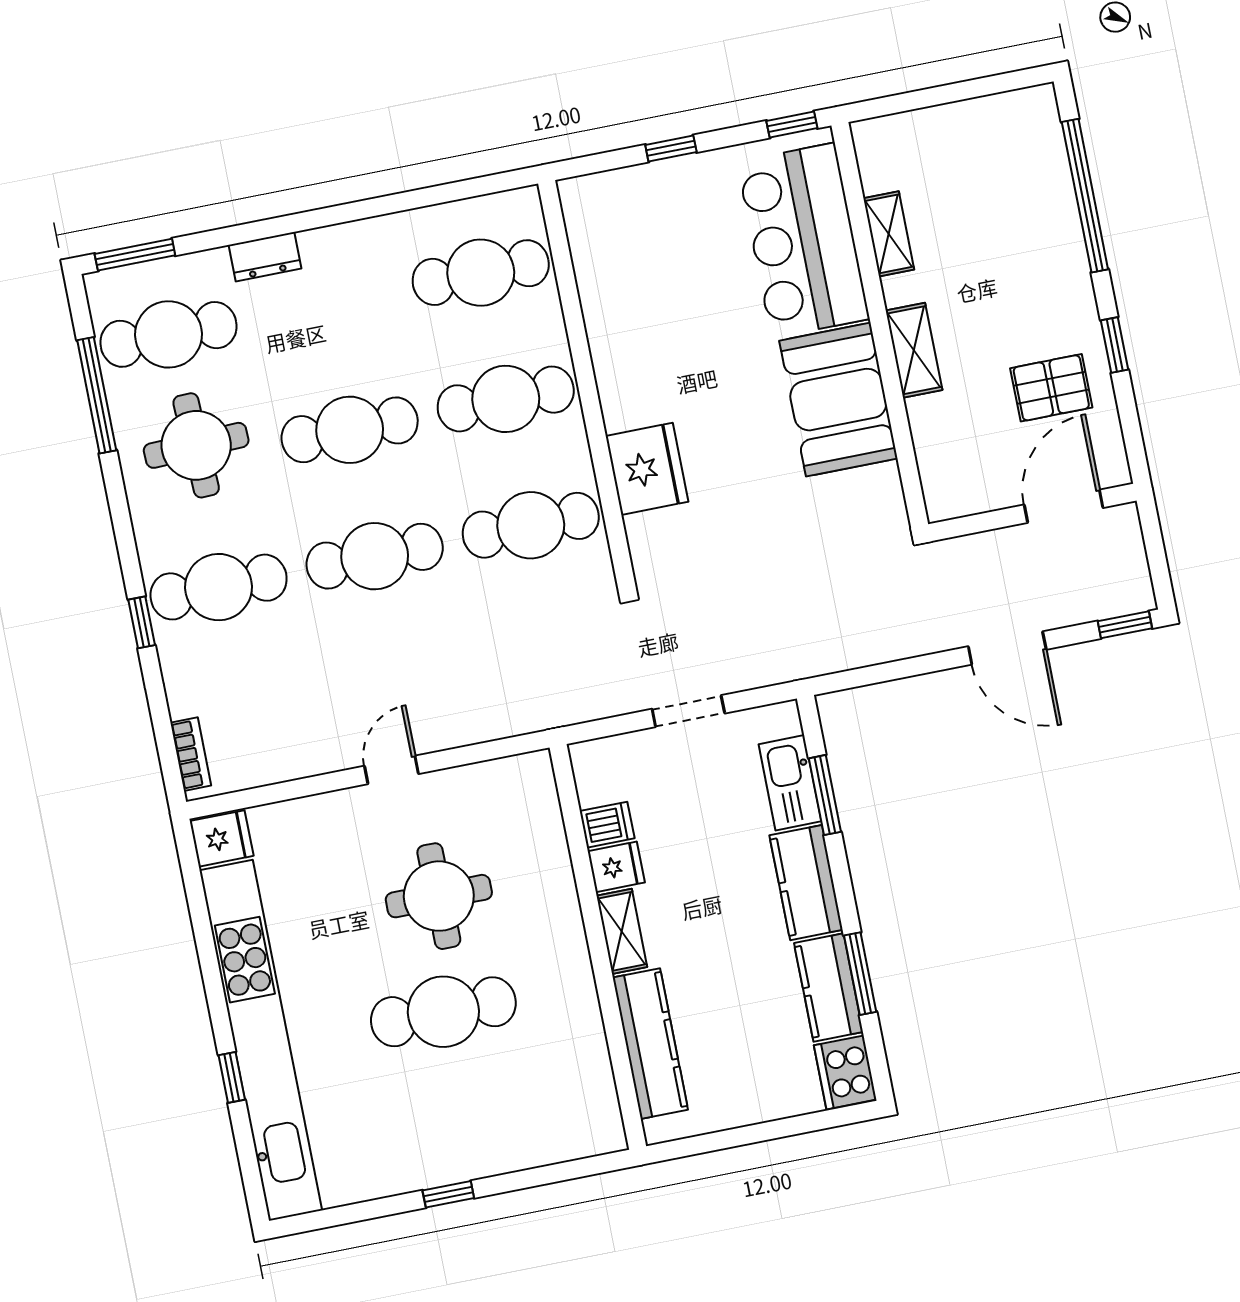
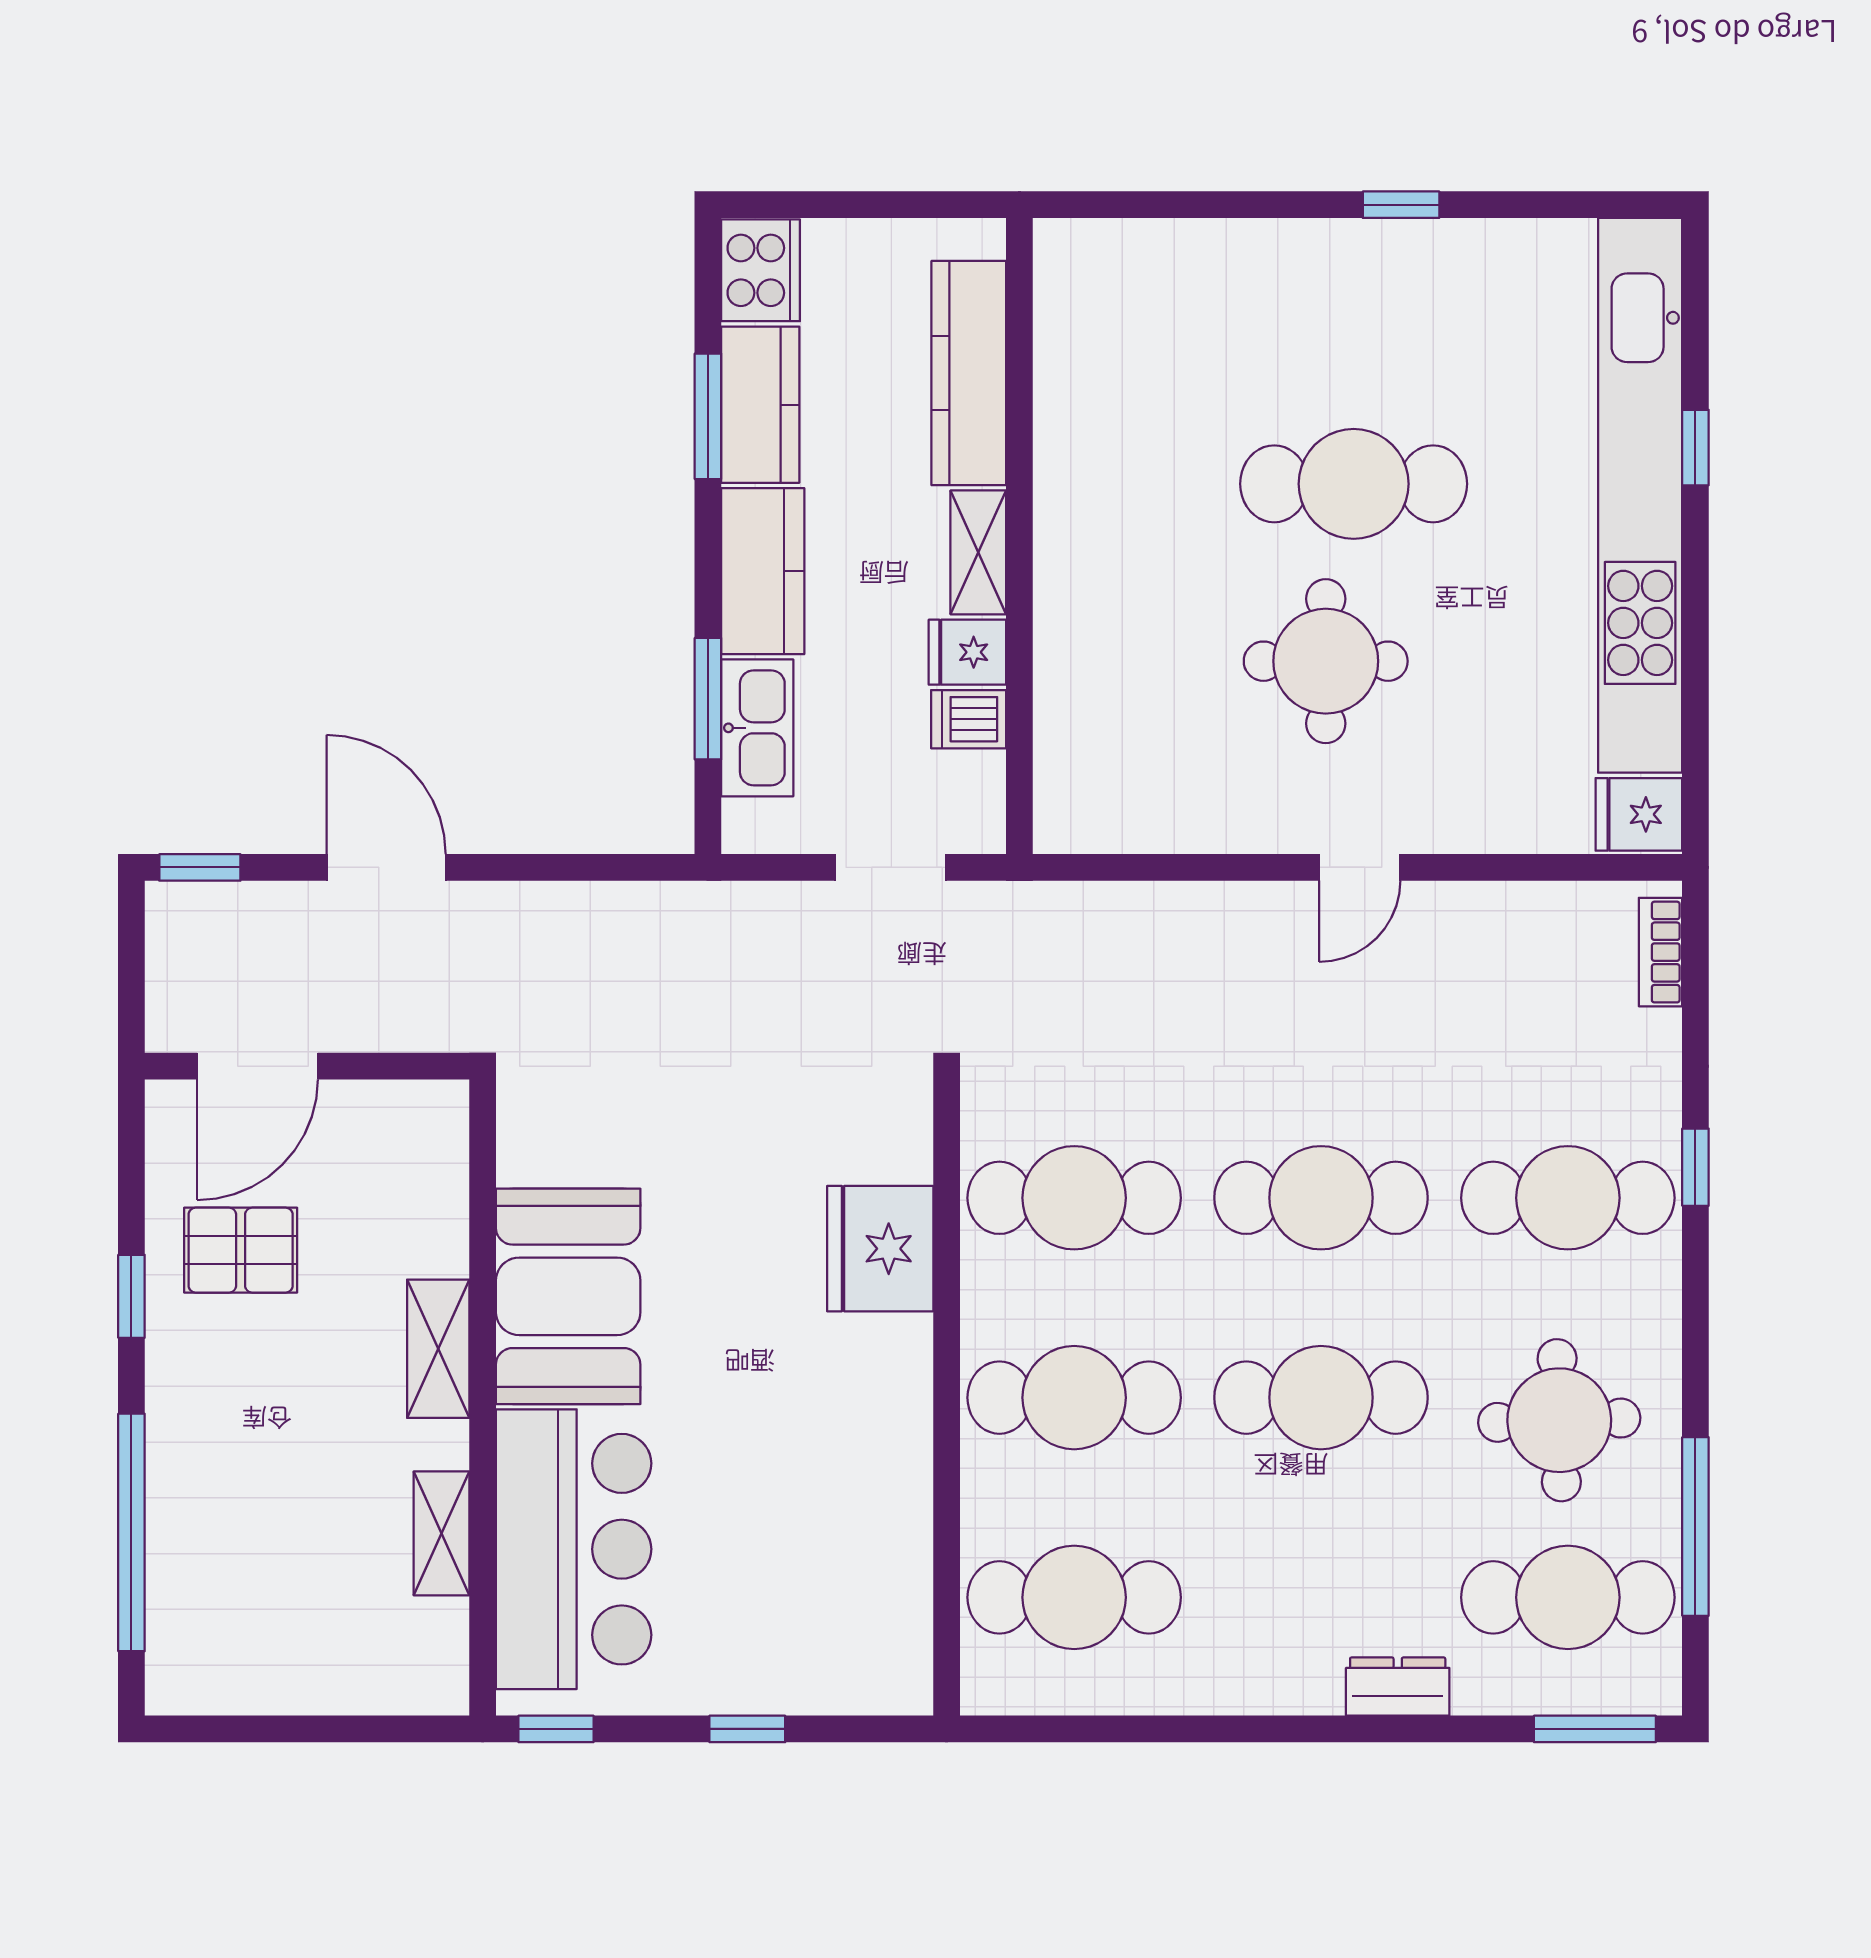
dishwasher: (607, 825) -> (969, 719), moved
fridge: (616, 867) -> (967, 652), moved
shelving: (622, 931) -> (978, 552), moved
wall: (598, 947) -> (1019, 536), moved
kitchen counter: (650, 1044) -> (969, 373), moved

